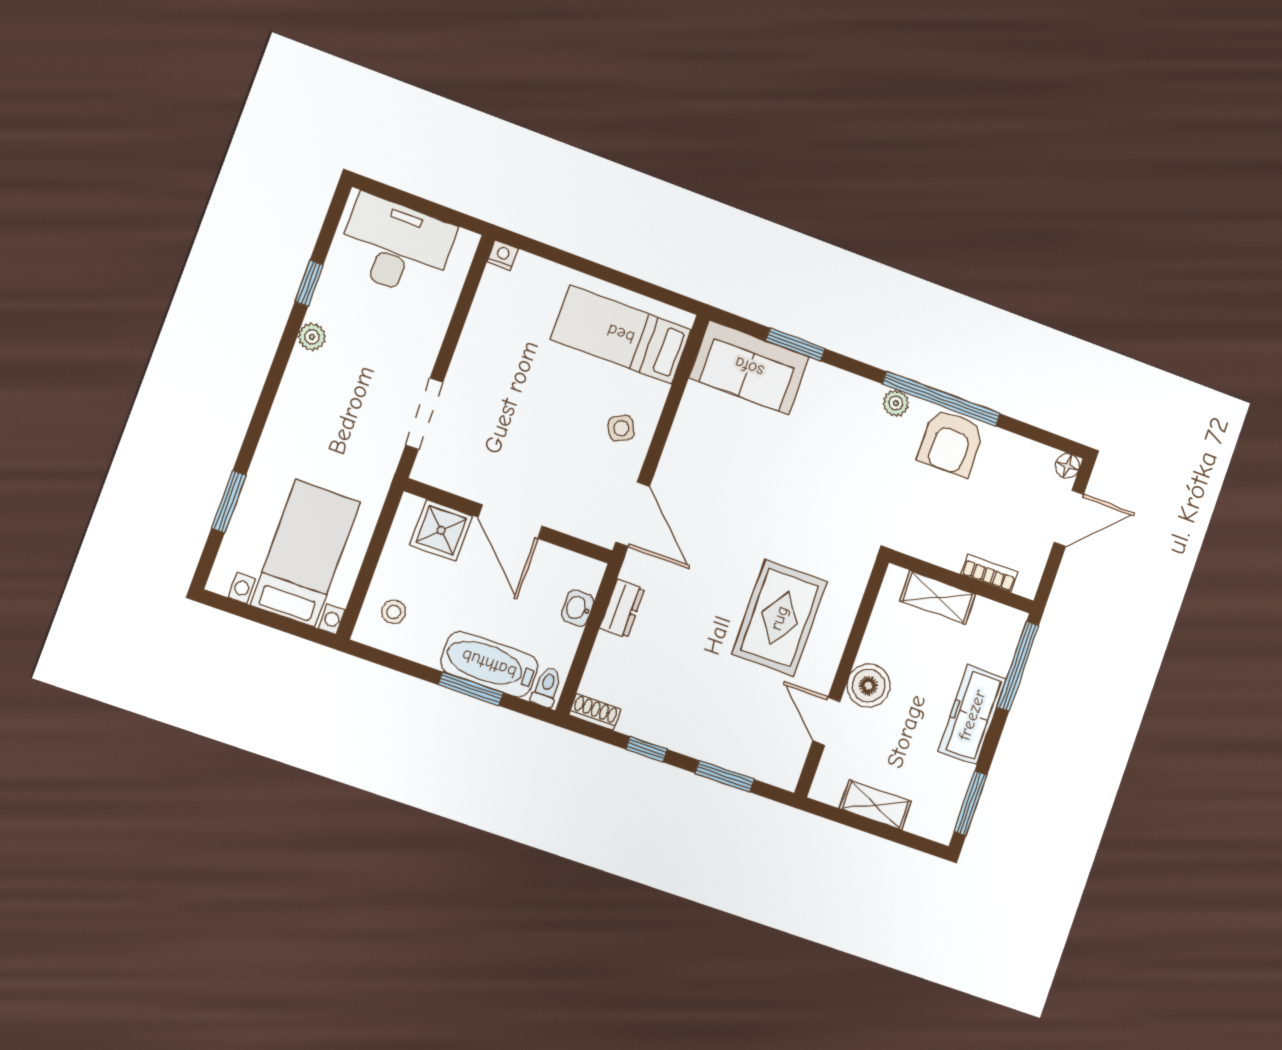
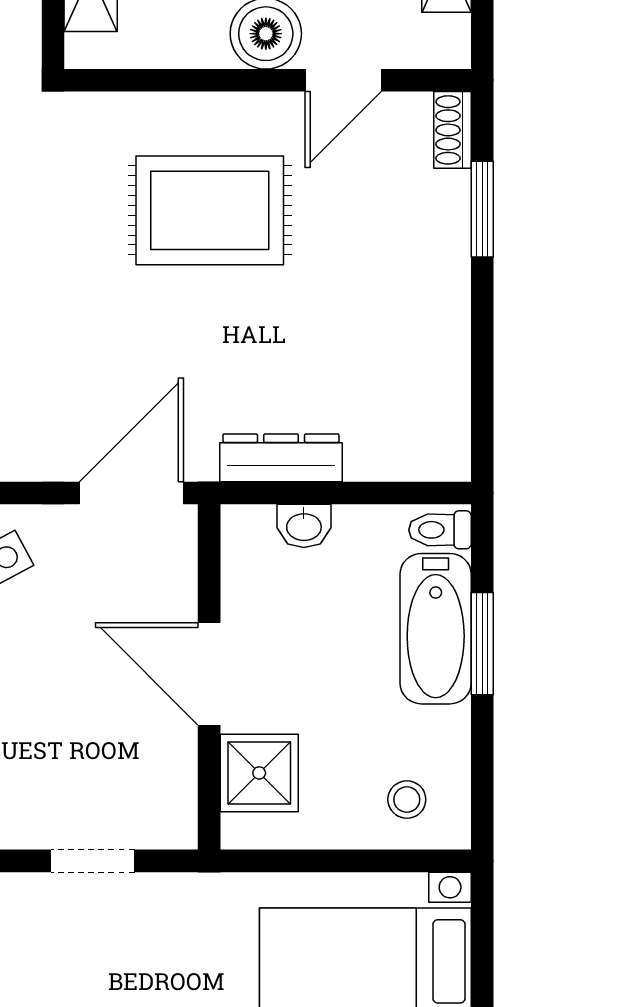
doorway: (424, 414) -> (93, 861), width x0.73
door: (510, 522) -> (209, 674), swing flipped
dresser: (622, 609) -> (281, 458), width x1.44
shoe rack: (595, 712) -> (453, 130), moved
window: (646, 749) -> (482, 344), removed

